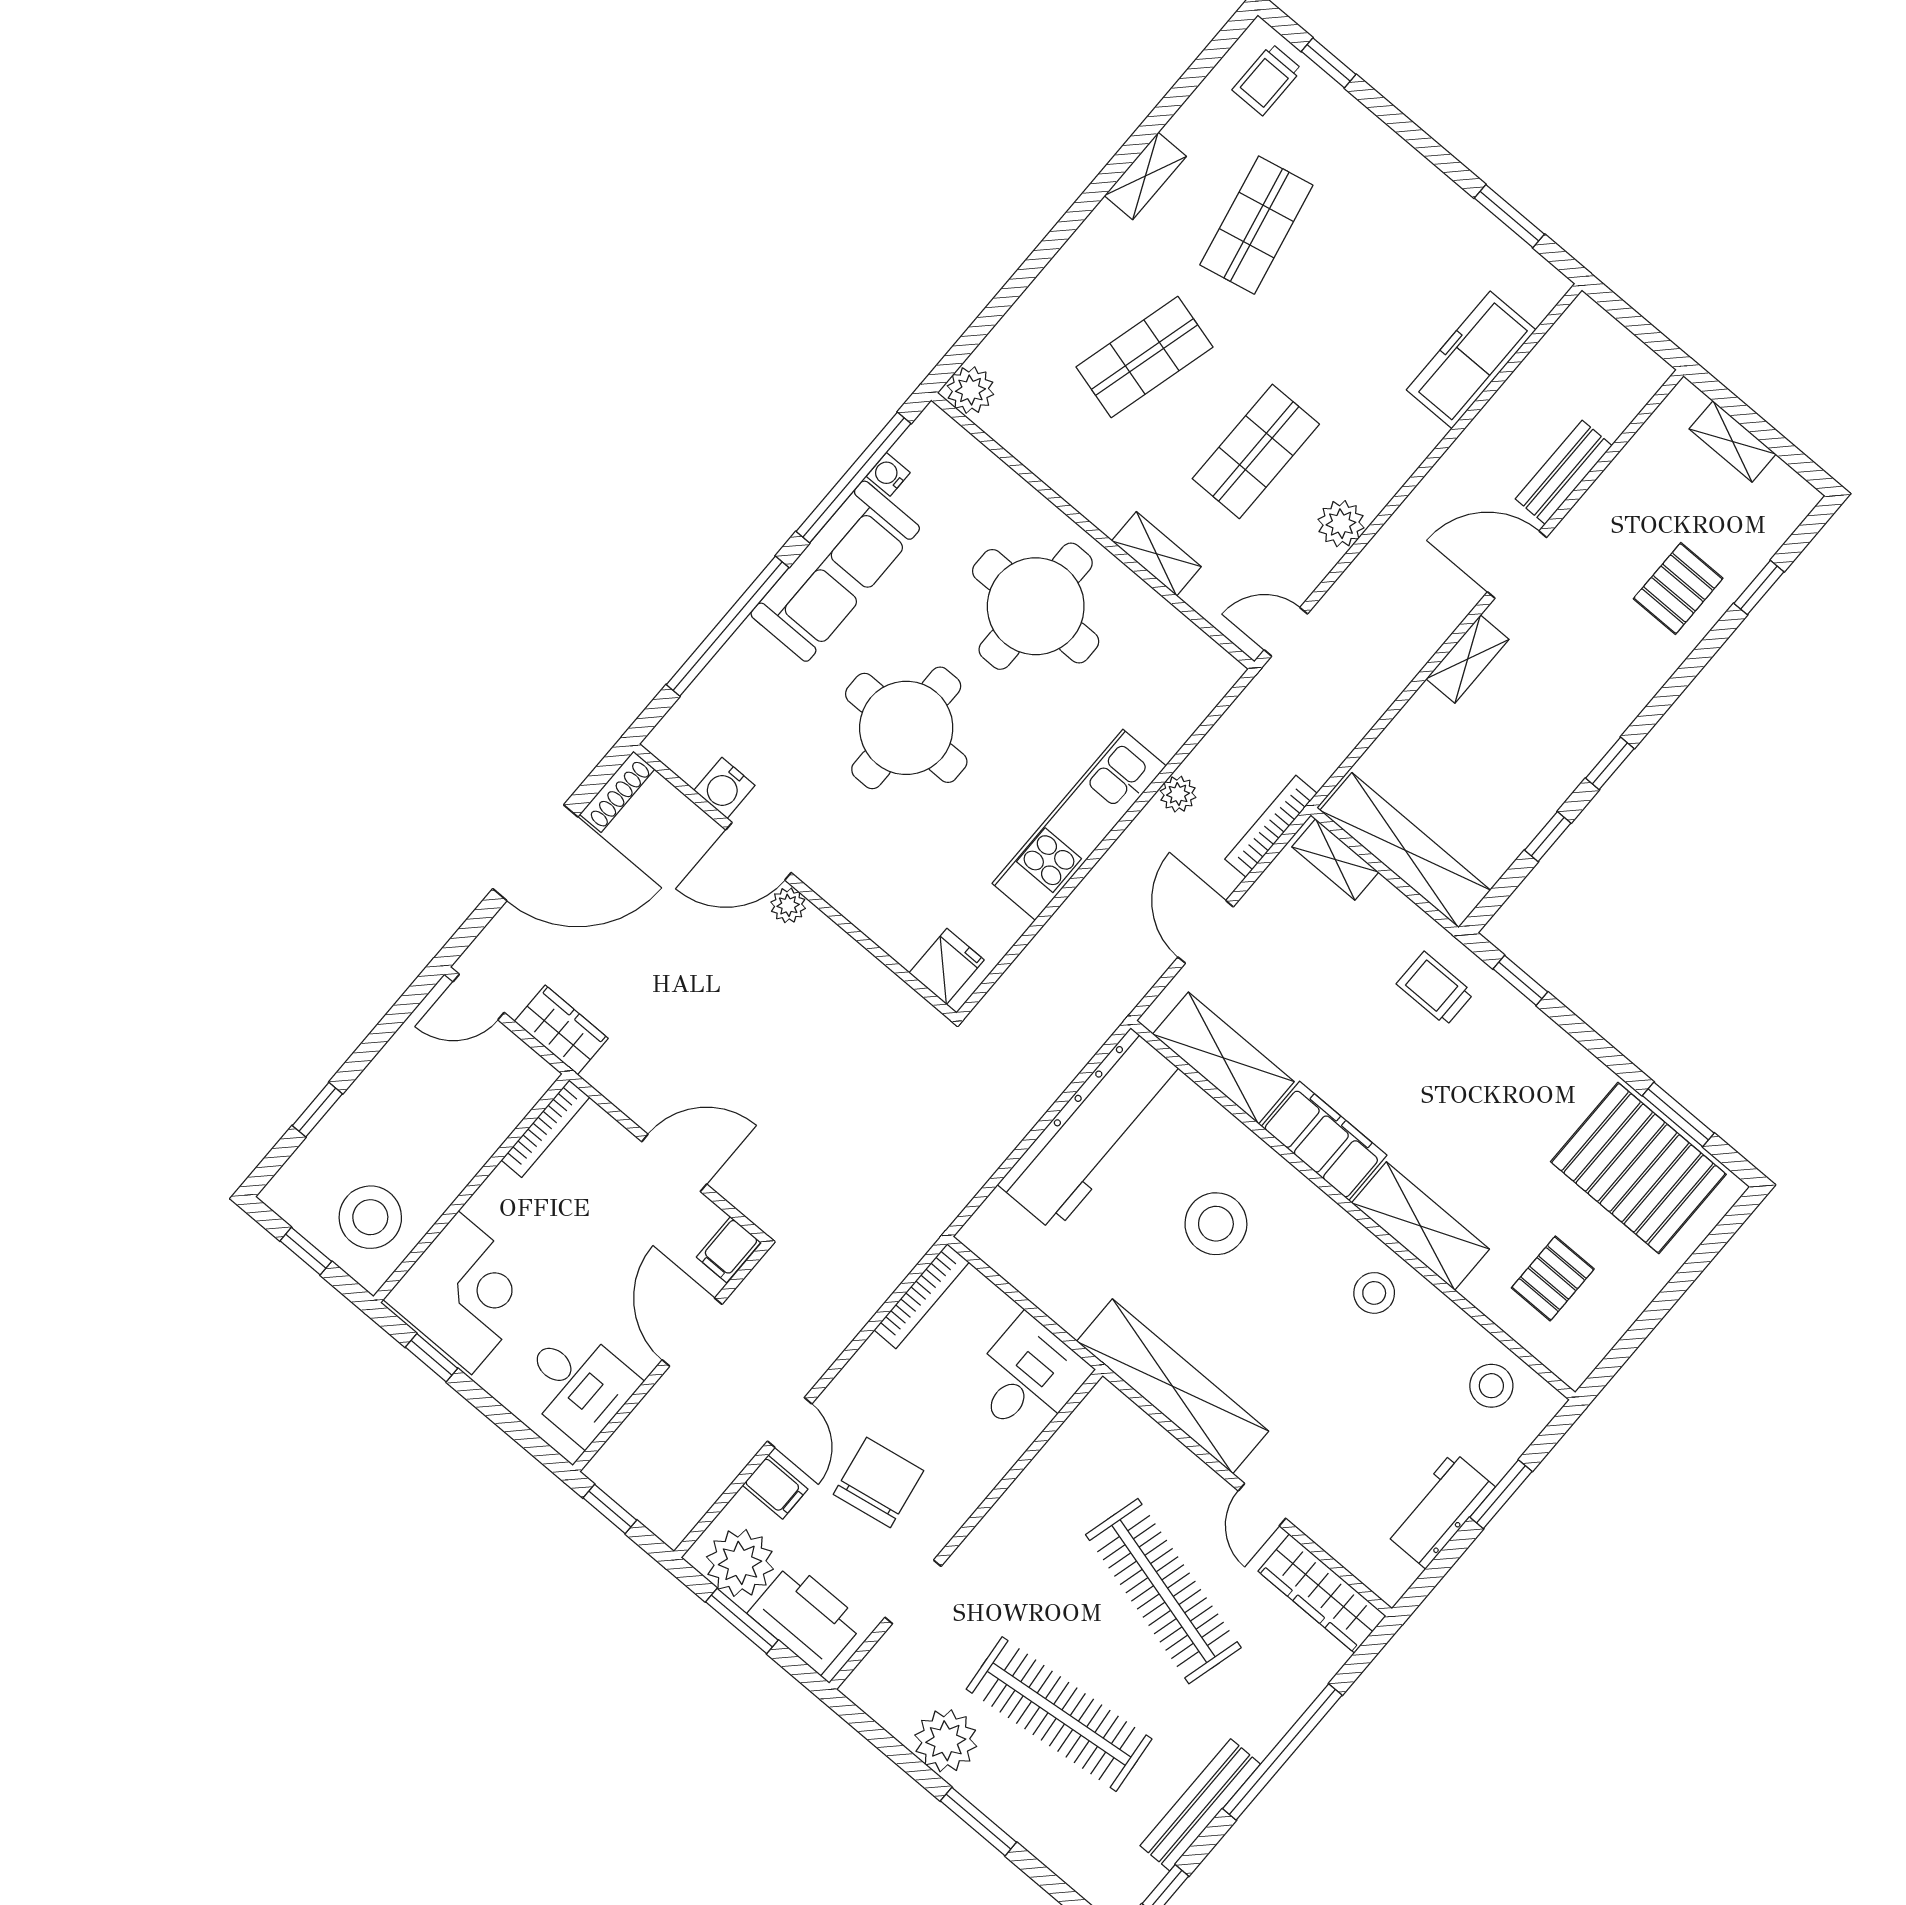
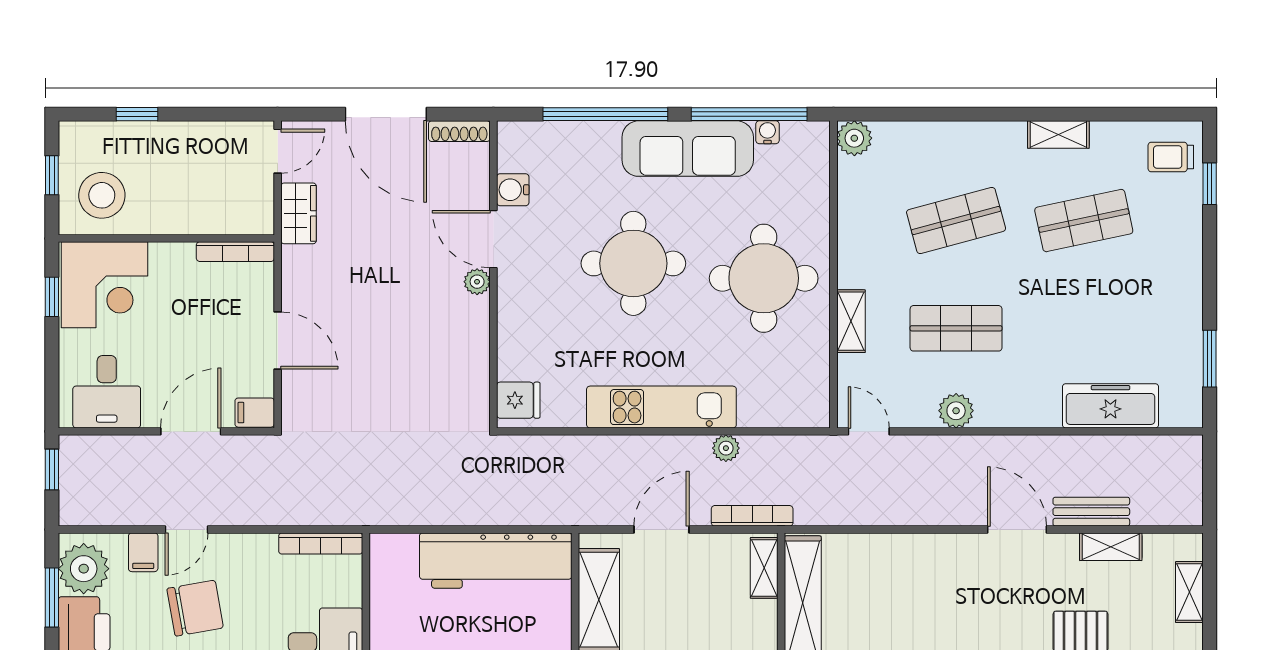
shop shelf: (1144, 357) -> (956, 221), turned -30
shelving: (1468, 659) -> (1111, 547), moved
door: (479, 997) -> (278, 151), swing flipped

